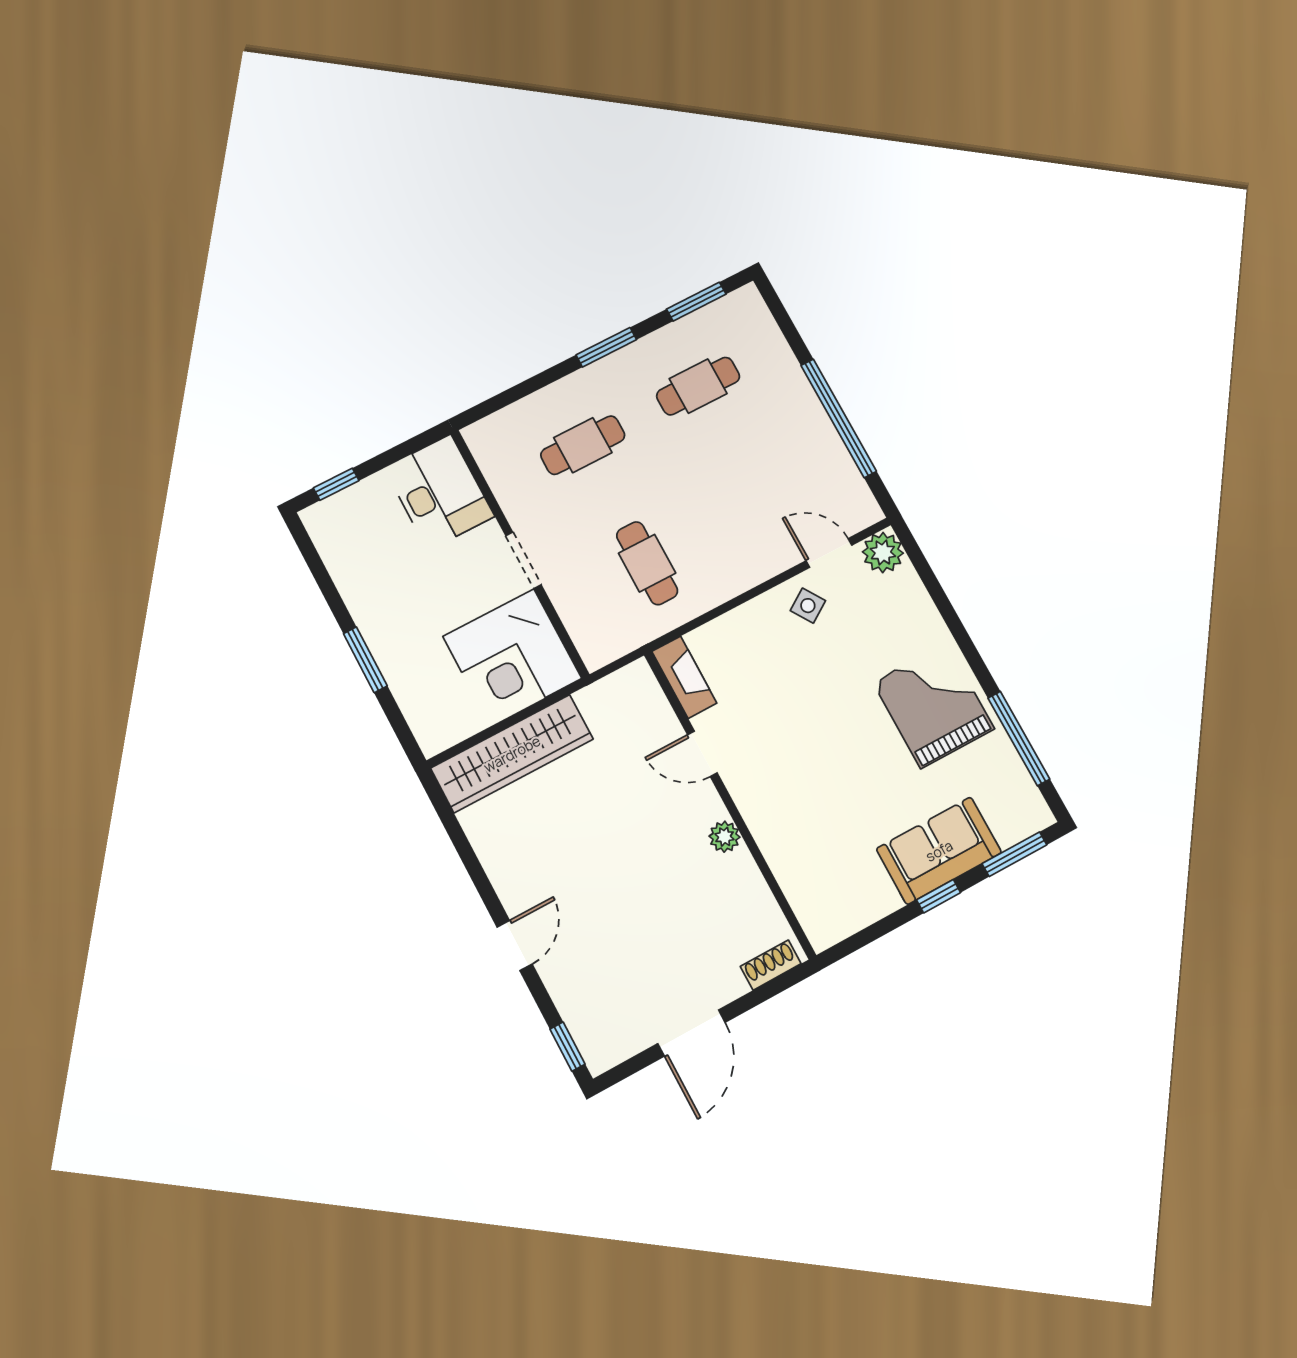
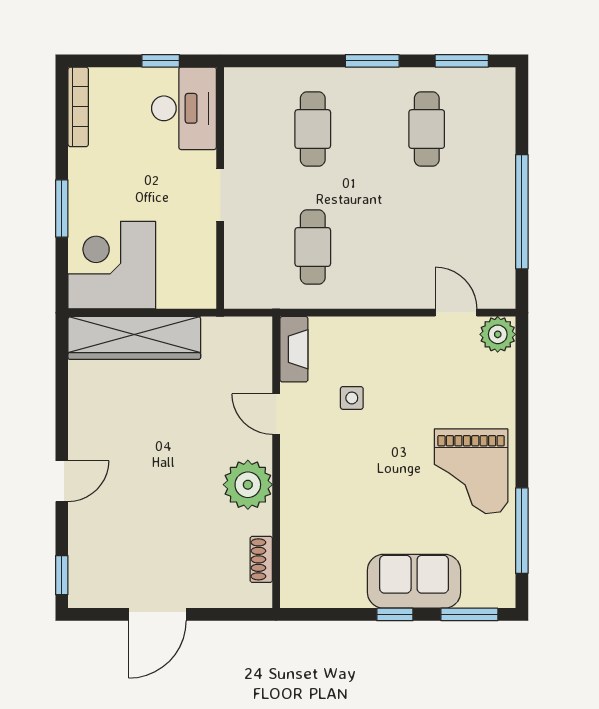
cafe table: (698, 386) -> (427, 129), turned 90
cafe table: (583, 445) -> (313, 129), turned 90
window: (336, 484) -> (161, 61), moved
bookcase: (328, 547) -> (78, 107), added
side table: (808, 606) -> (352, 398), moved, turned 33
corner desk: (512, 657) -> (112, 265), moved, turned 90
grand piano: (934, 705) -> (471, 471), turned 180
plant: (725, 837) -> (248, 485), width x1.88, depth x1.88
shoe rack: (771, 965) -> (261, 559), moved, turned -90

